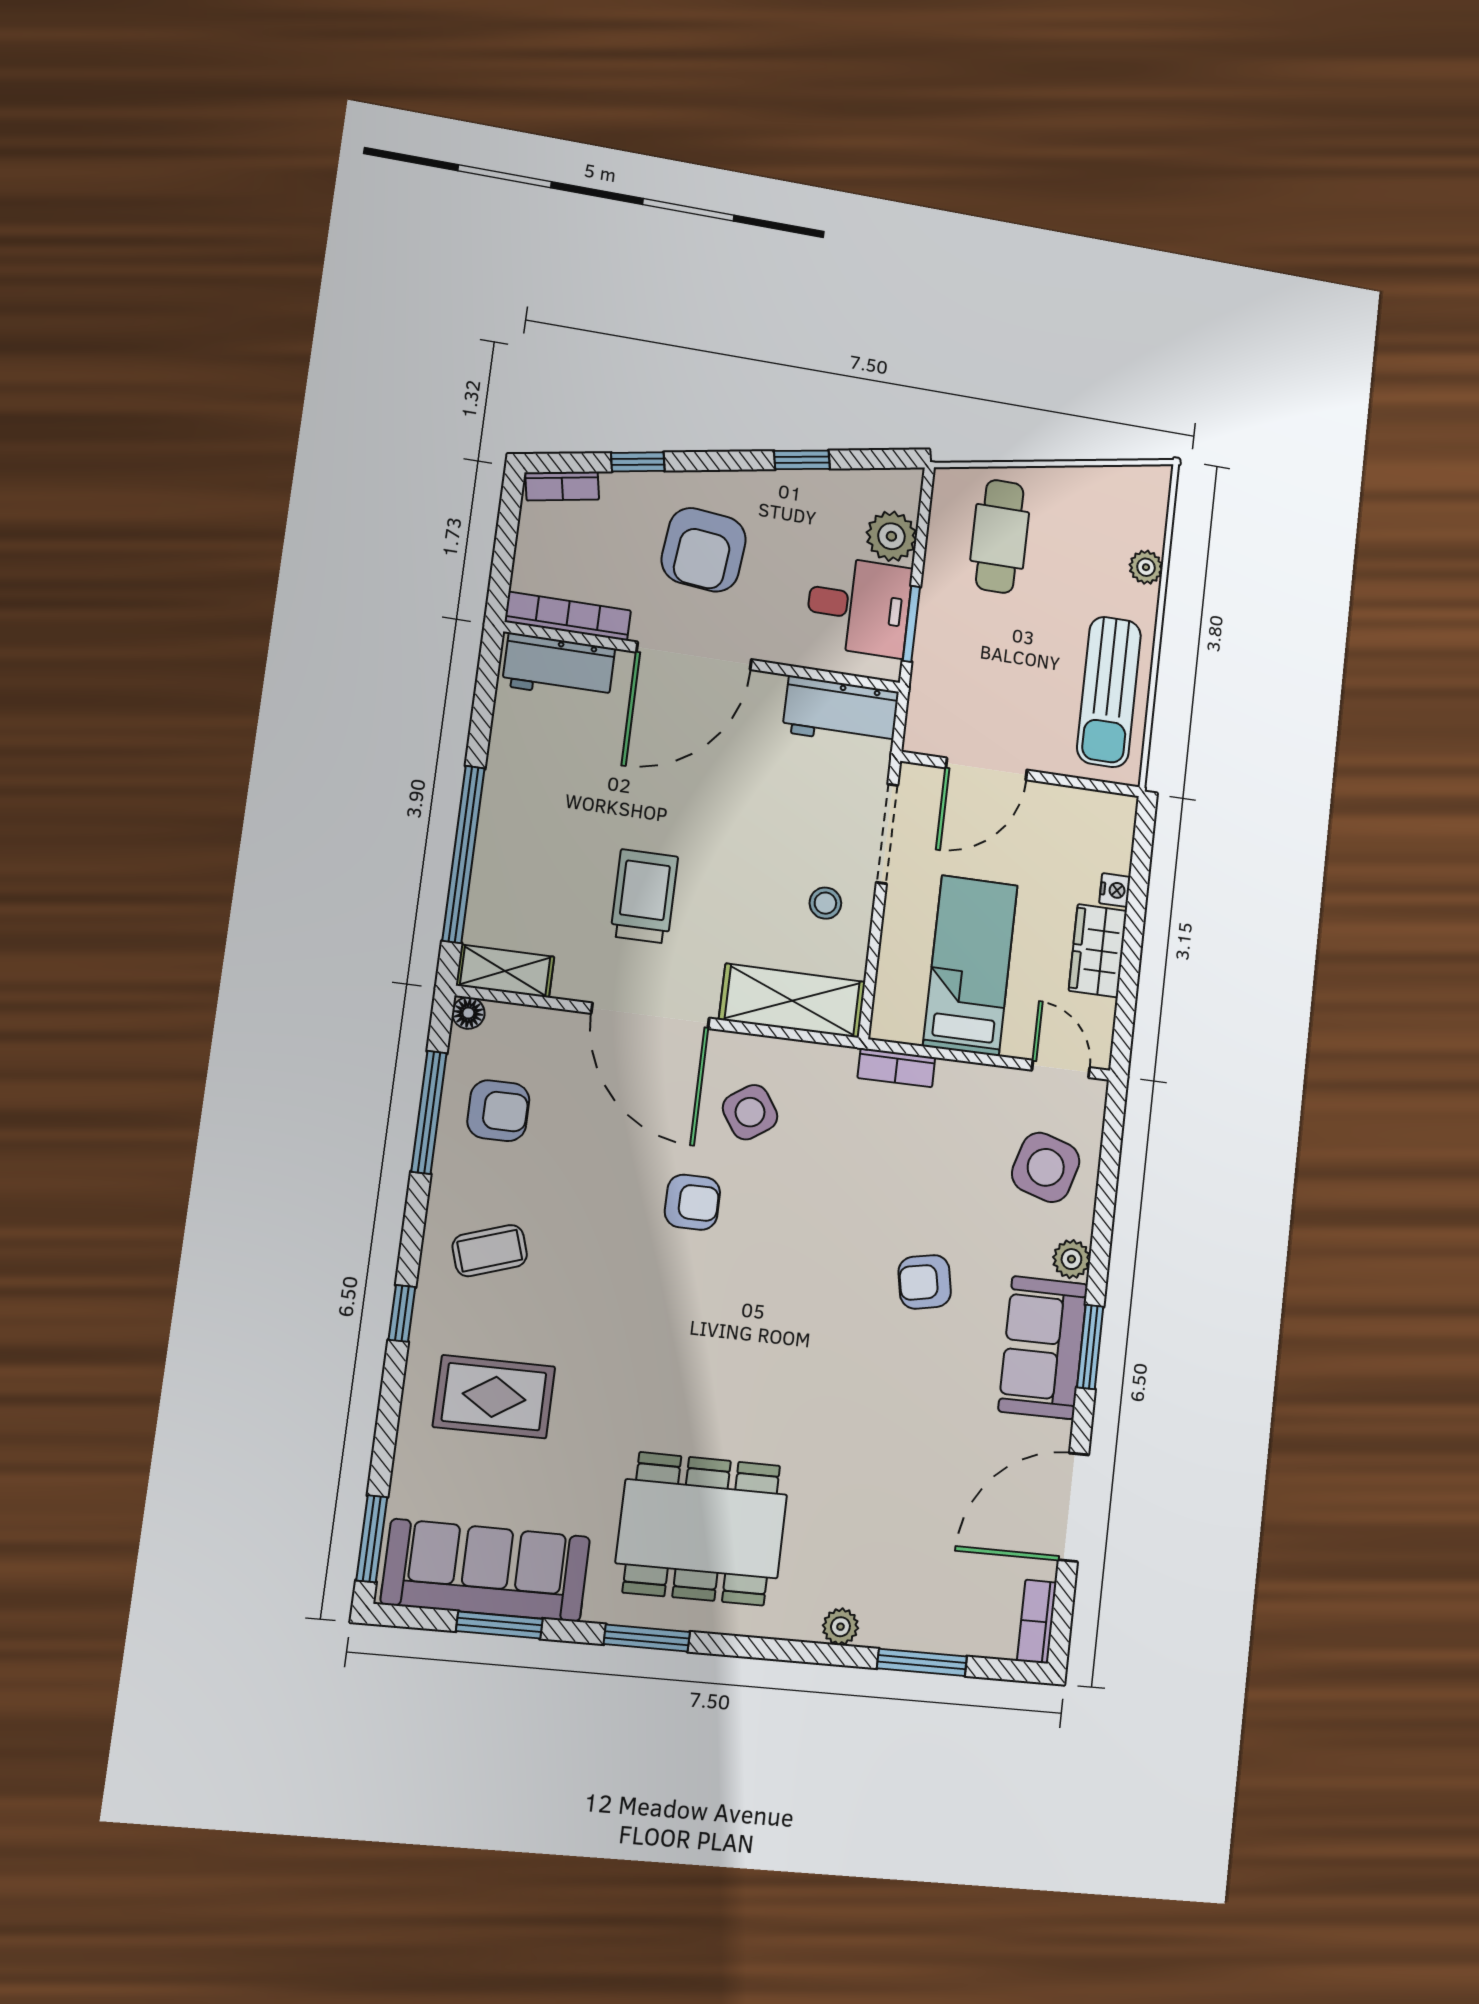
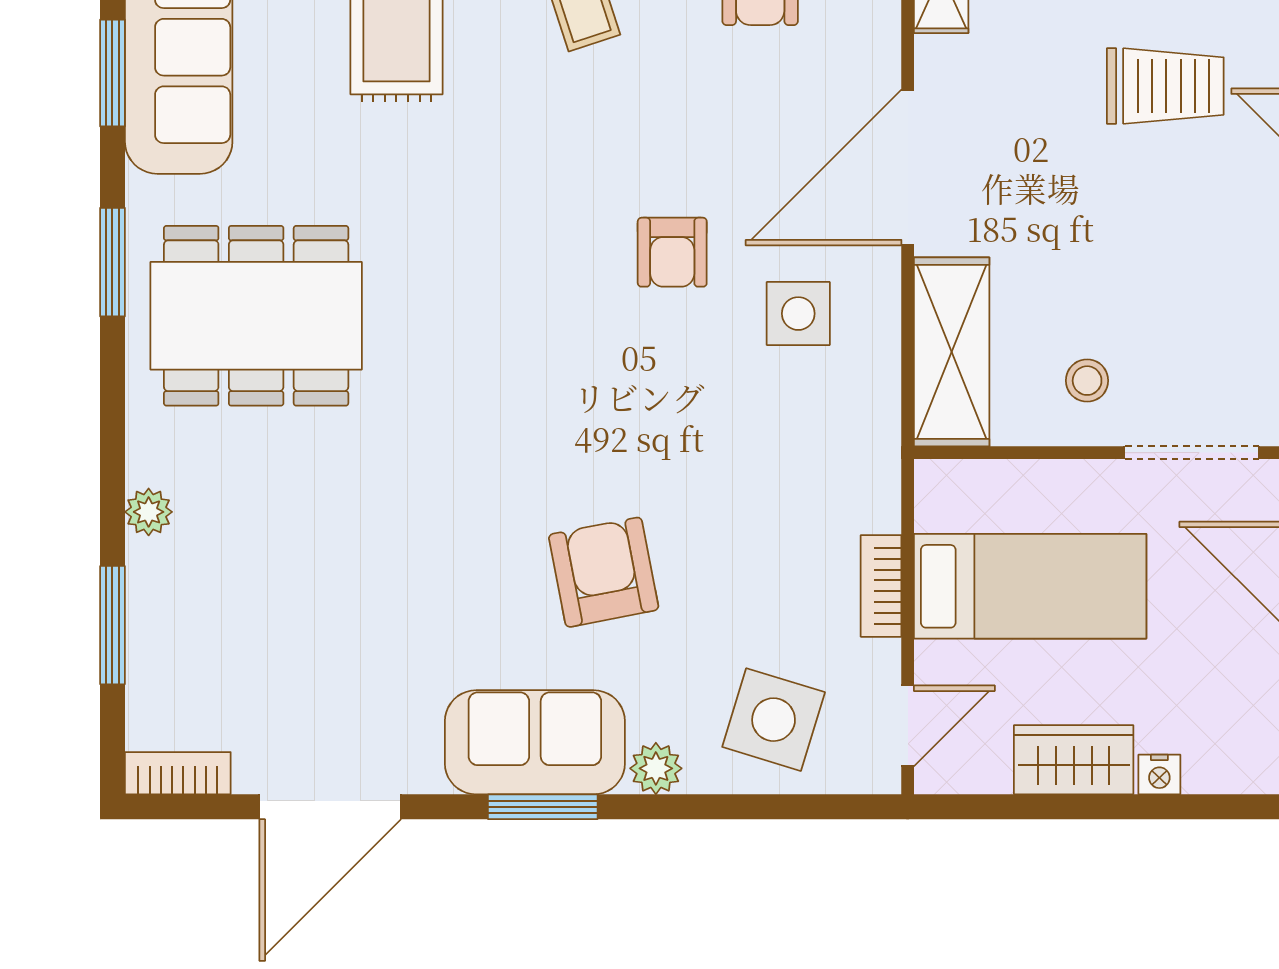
trolley: (644, 896) -> (1165, 86), moved
bookcase: (896, 1068) -> (881, 586), moved
side table: (750, 1112) -> (798, 314), turned 34
armchair: (925, 1282) -> (604, 572), width x1.38, depth x1.38
door: (1073, 1507) -> (330, 807), swing flipped
dining table: (702, 1529) -> (256, 316), turned 90

